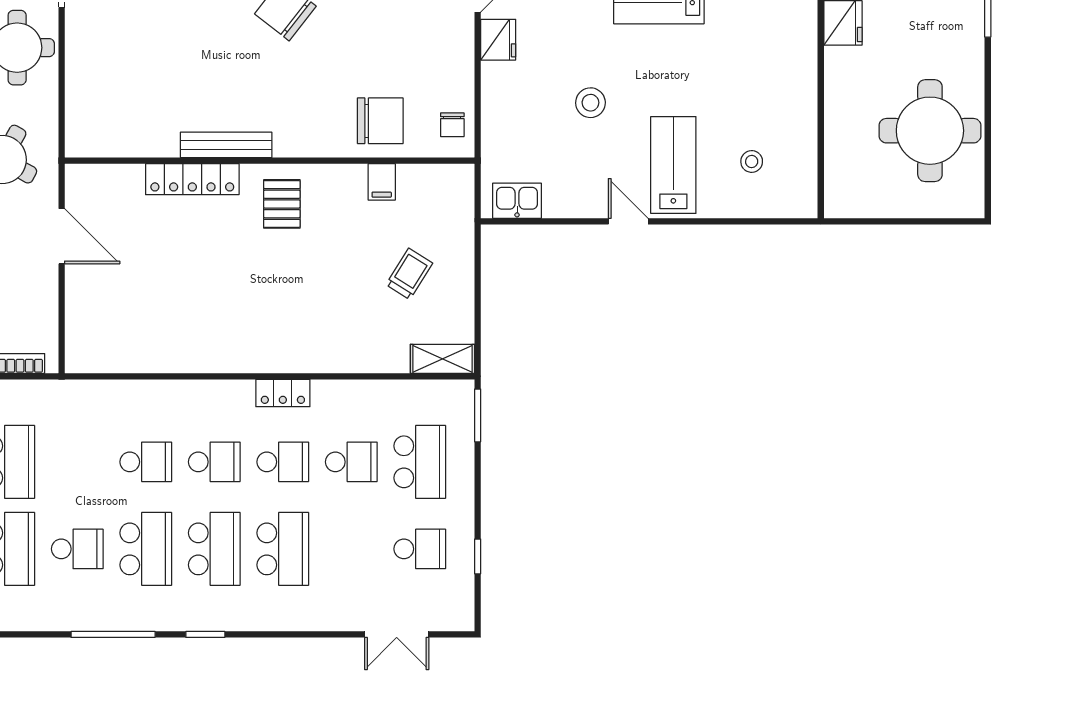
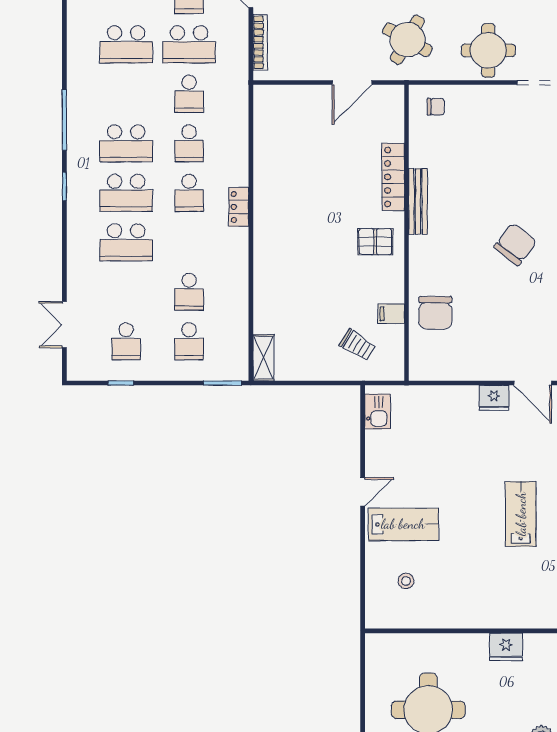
stool: (590, 103) -> (448, 465), removed
chair: (452, 125) -> (436, 107), moved, turned 180
trolley: (409, 274) -> (358, 345), moved
locker: (283, 393) -> (239, 207), moved
school desk: (283, 462) -> (189, 242), removed
school desk: (420, 462) -> (189, 341), width x0.54
school desk: (77, 549) -> (189, 94), moved

